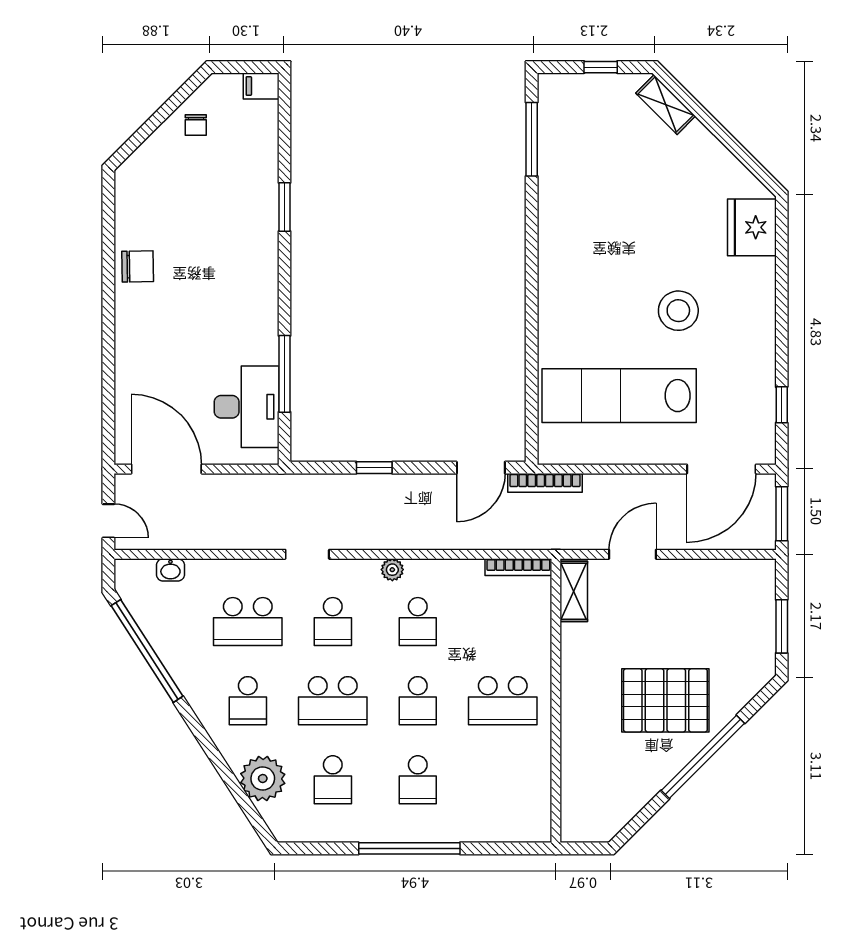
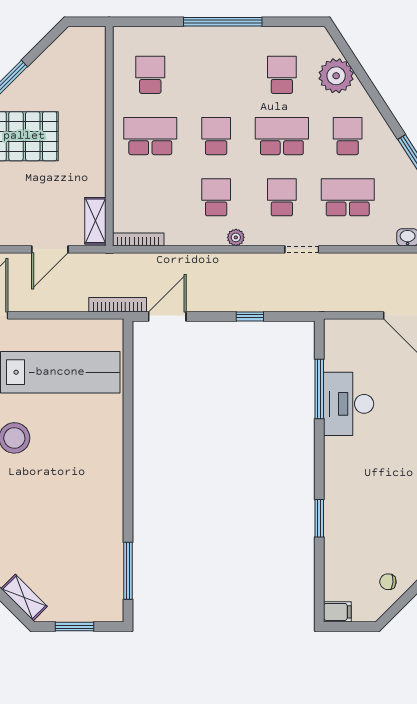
window: (601, 67) -> (75, 627), width x1.50
chair: (196, 125) -> (388, 582), turned -86
desk: (247, 407) -> (349, 404), moved
school desk: (418, 780) -> (150, 75), moved

